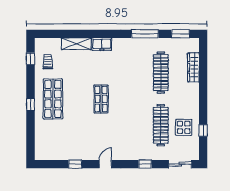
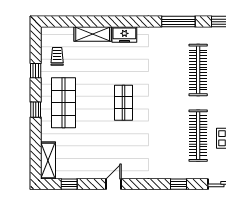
window: (31, 59) -> (36, 71), moved
shelving: (41, 145) -> (48, 160), added
window: (75, 164) -> (69, 184), moved
door: (105, 164) -> (113, 184), moved

